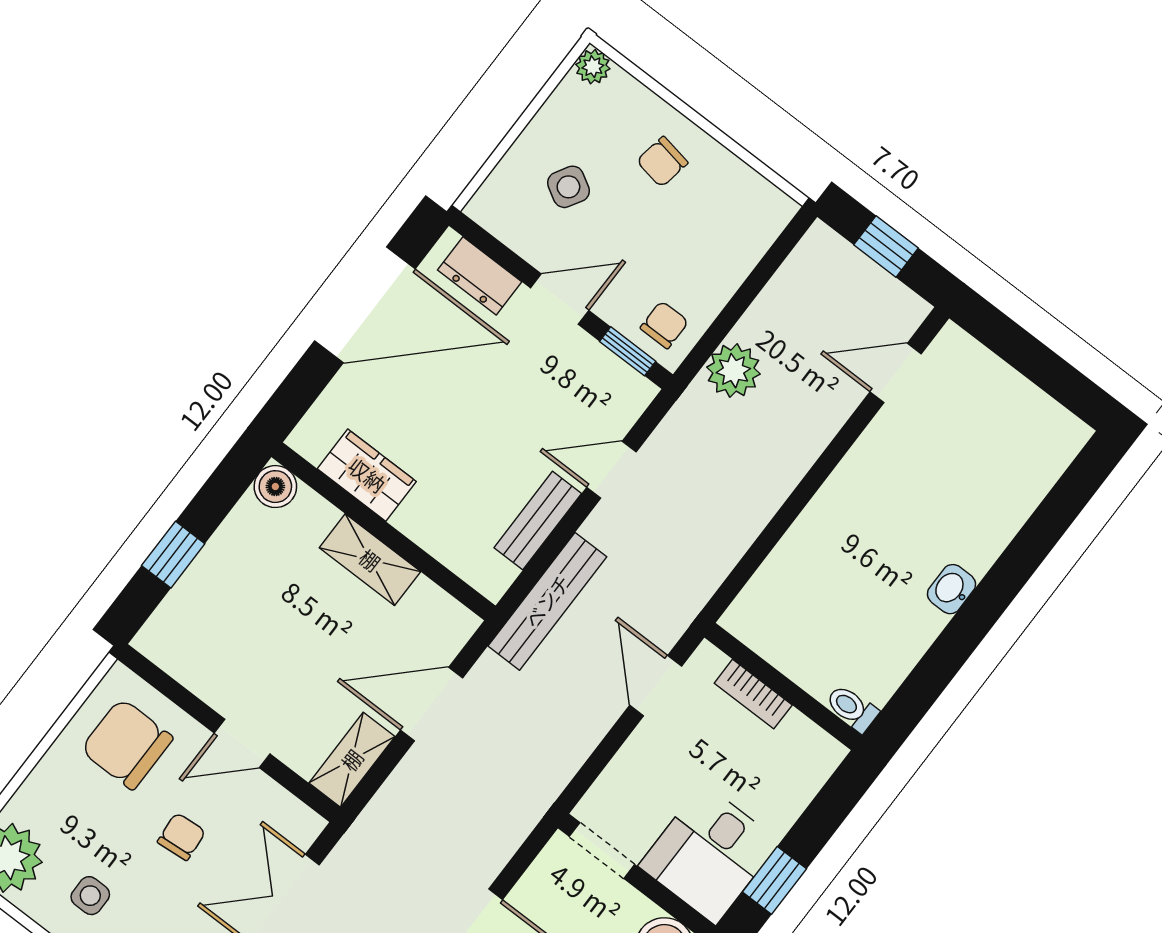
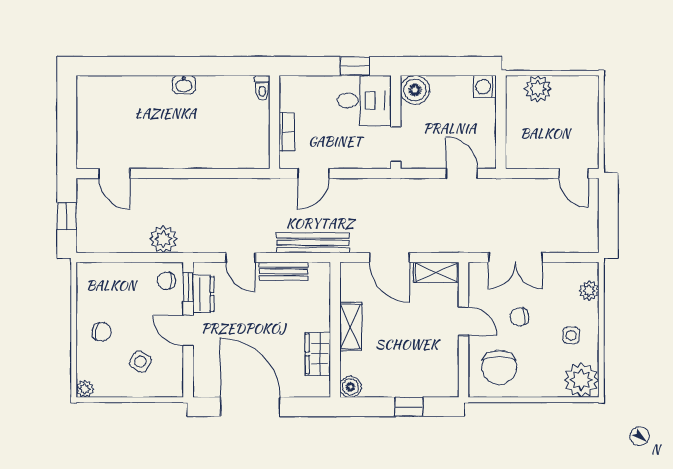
dresser: (480, 276) -> (203, 294), moved

